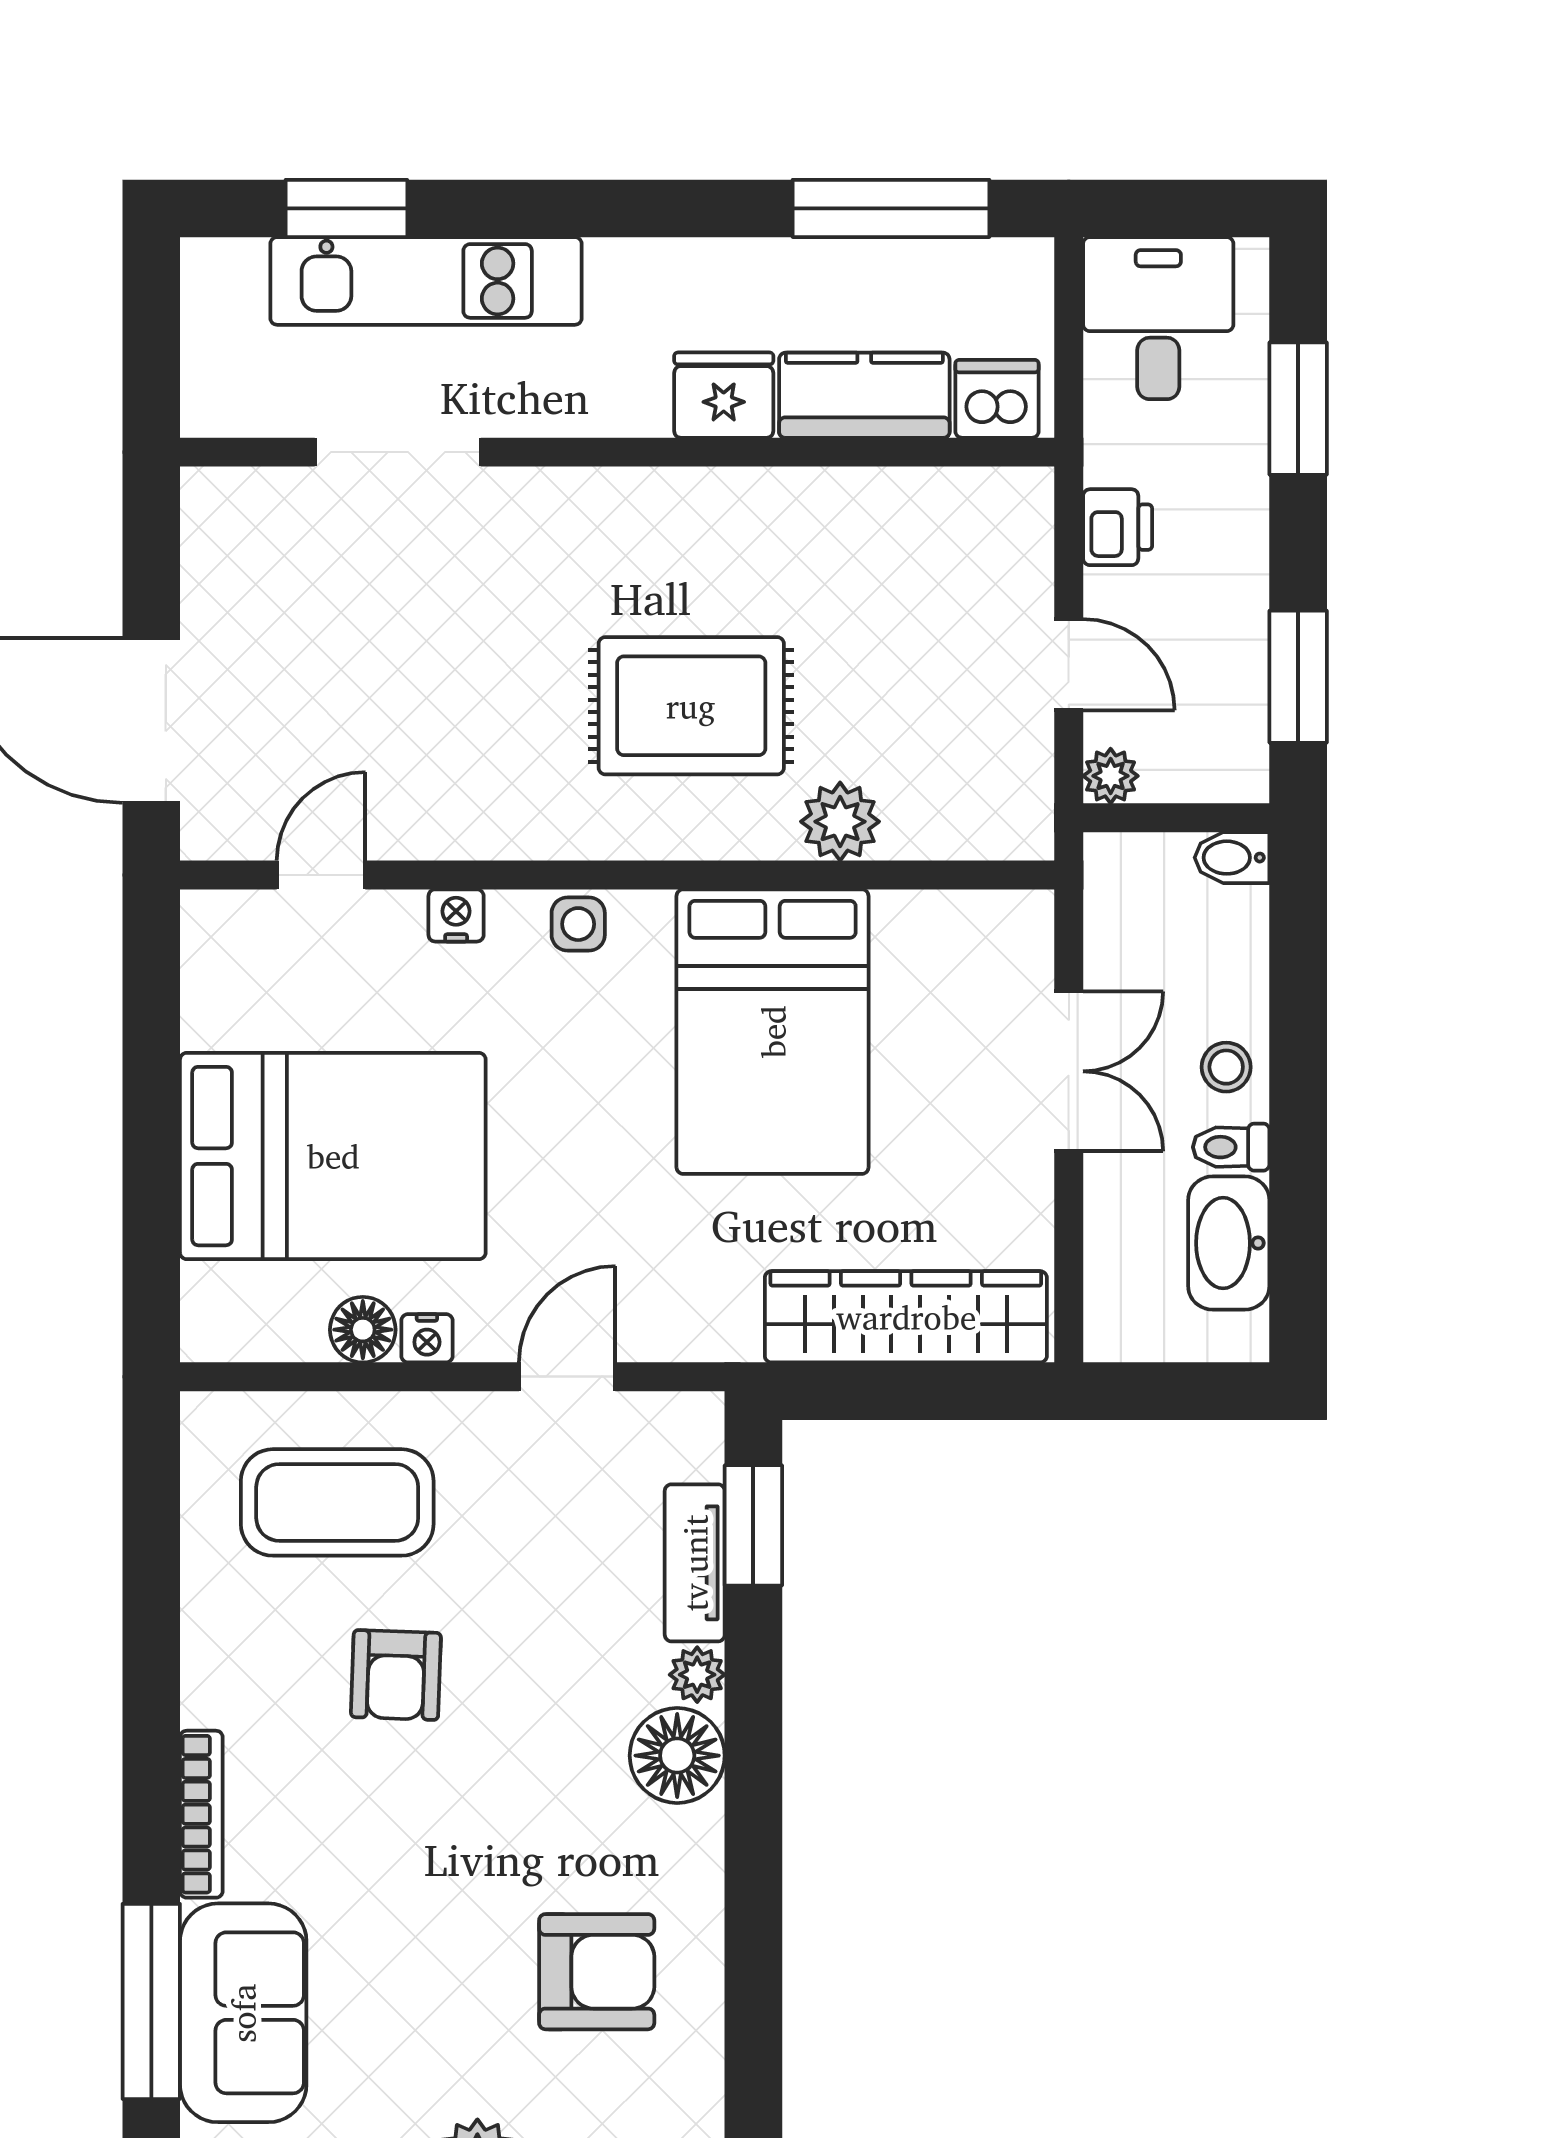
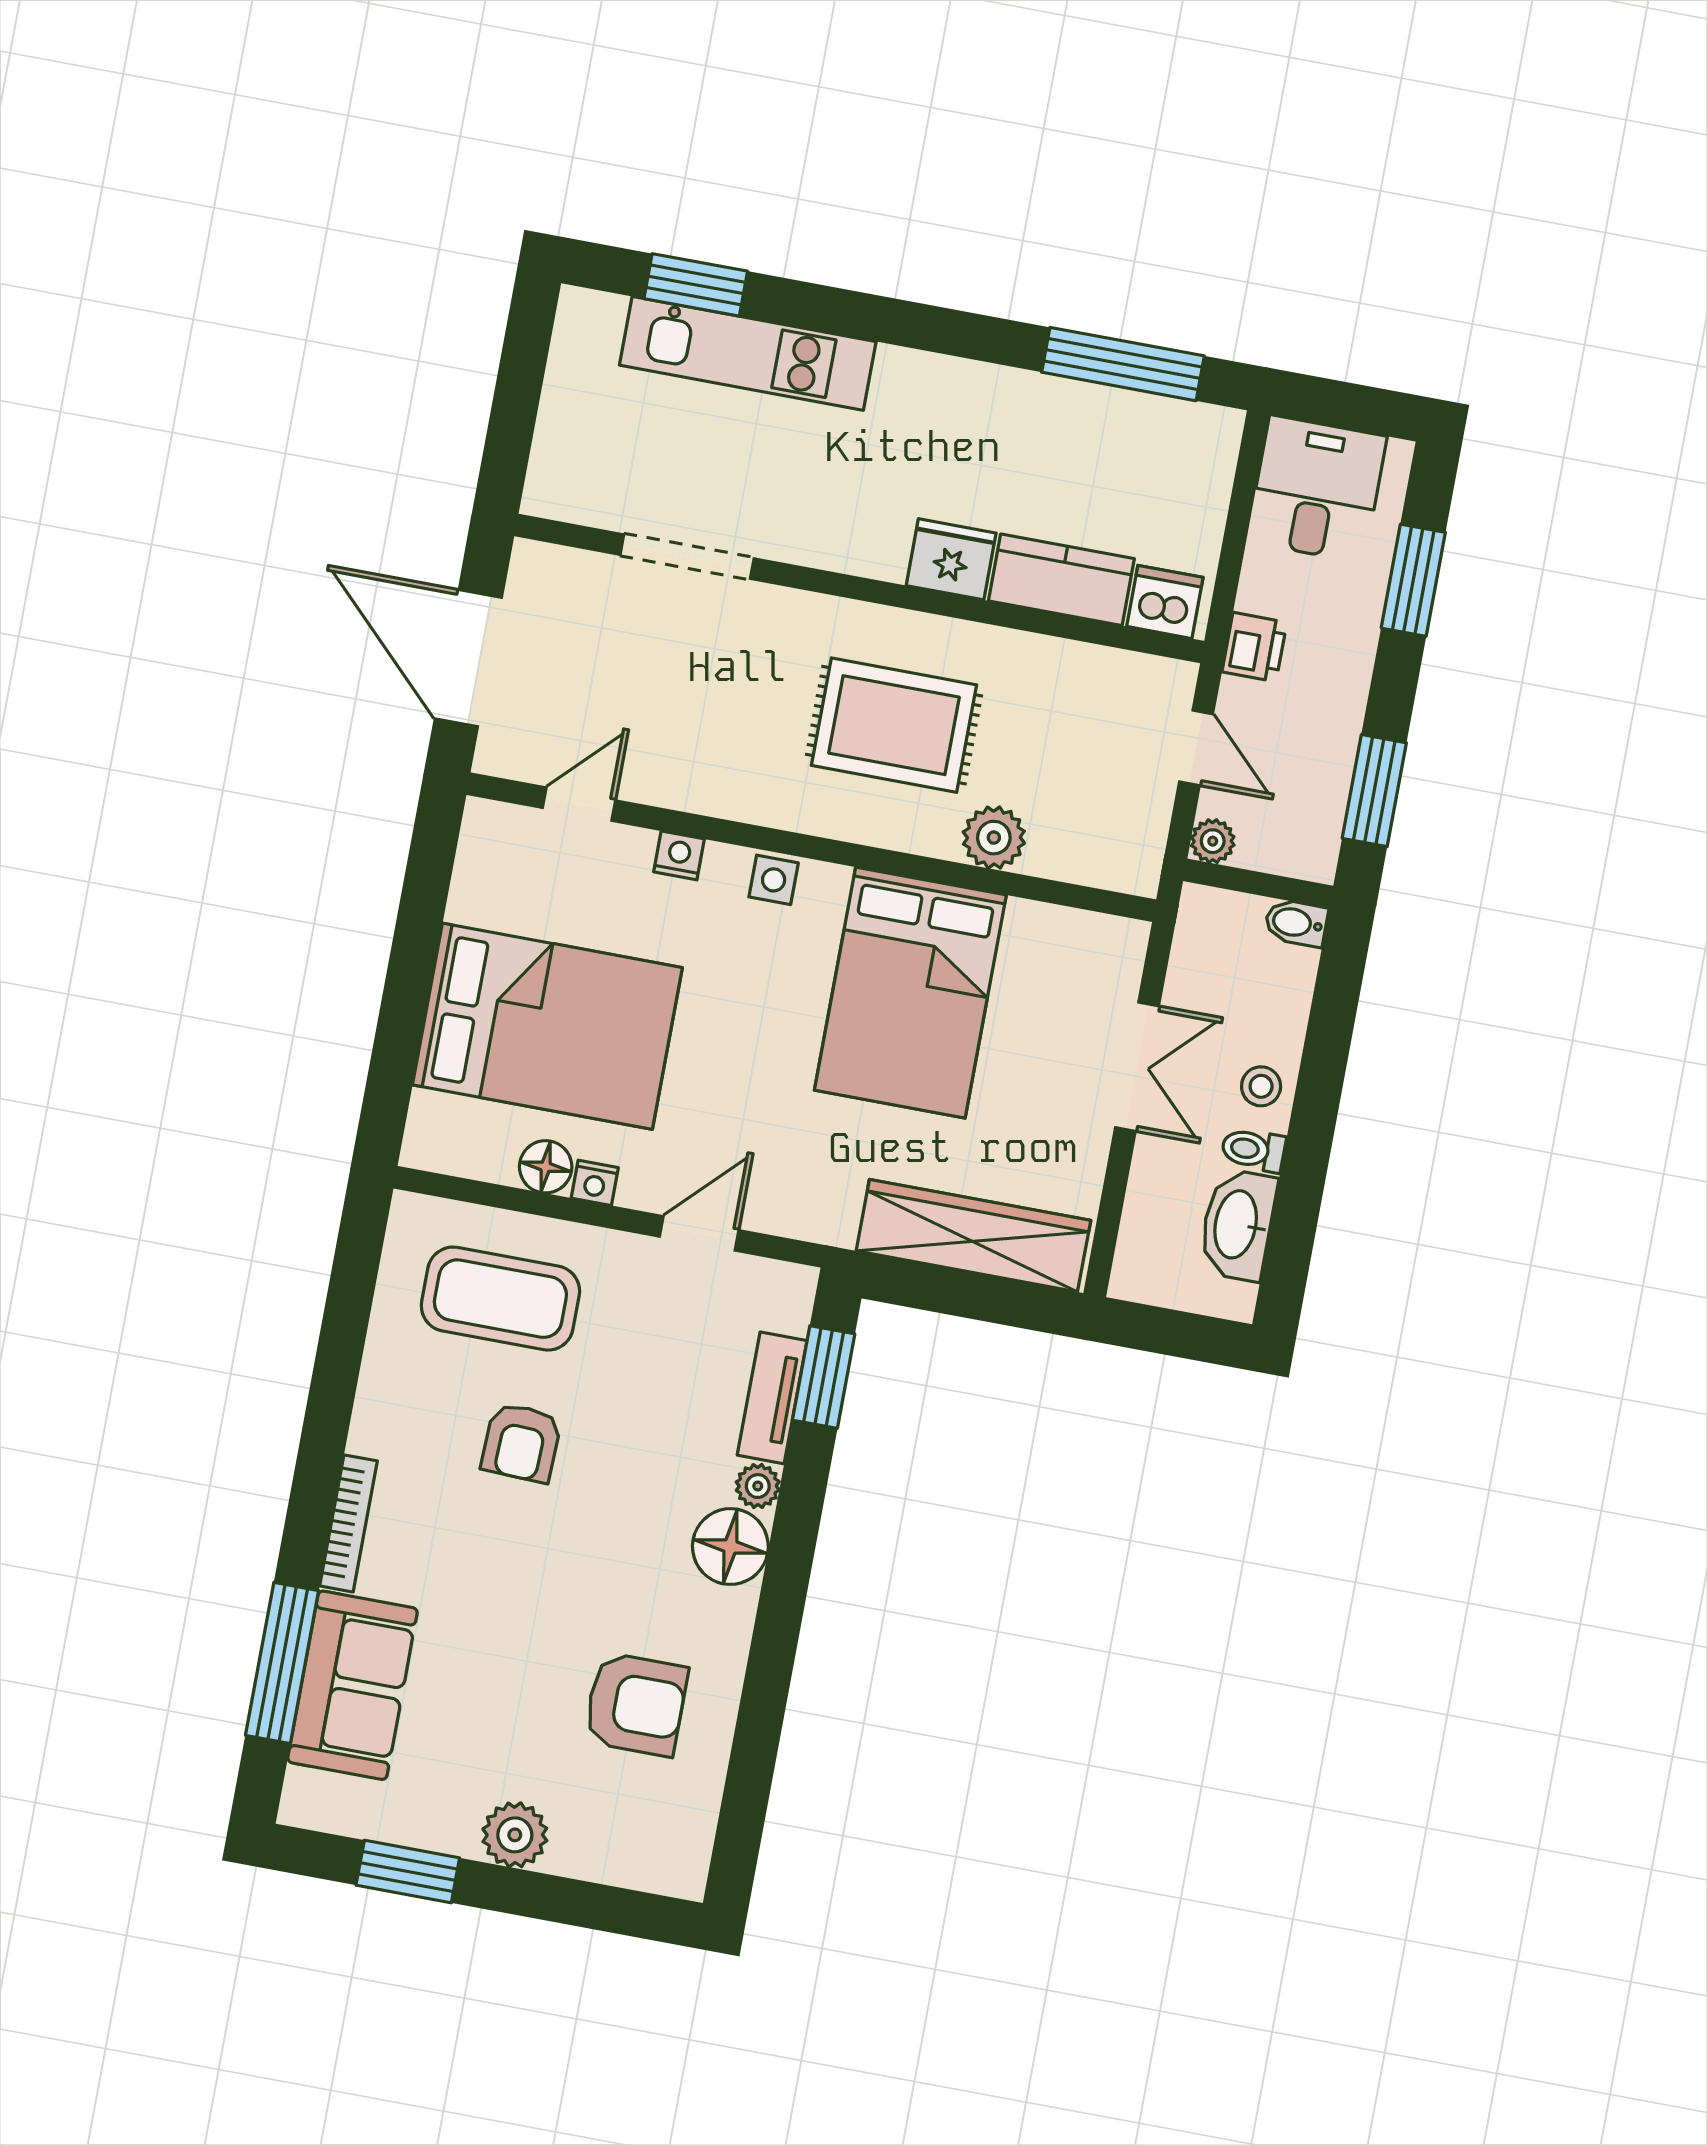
fridge: (724, 395) -> (951, 559), moved
kitchen counter: (864, 395) -> (1061, 580), moved
dishwasher: (997, 399) -> (1165, 602), moved
doorway: (398, 452) -> (687, 557), moved
wall: (617, 452) -> (859, 589), moved

